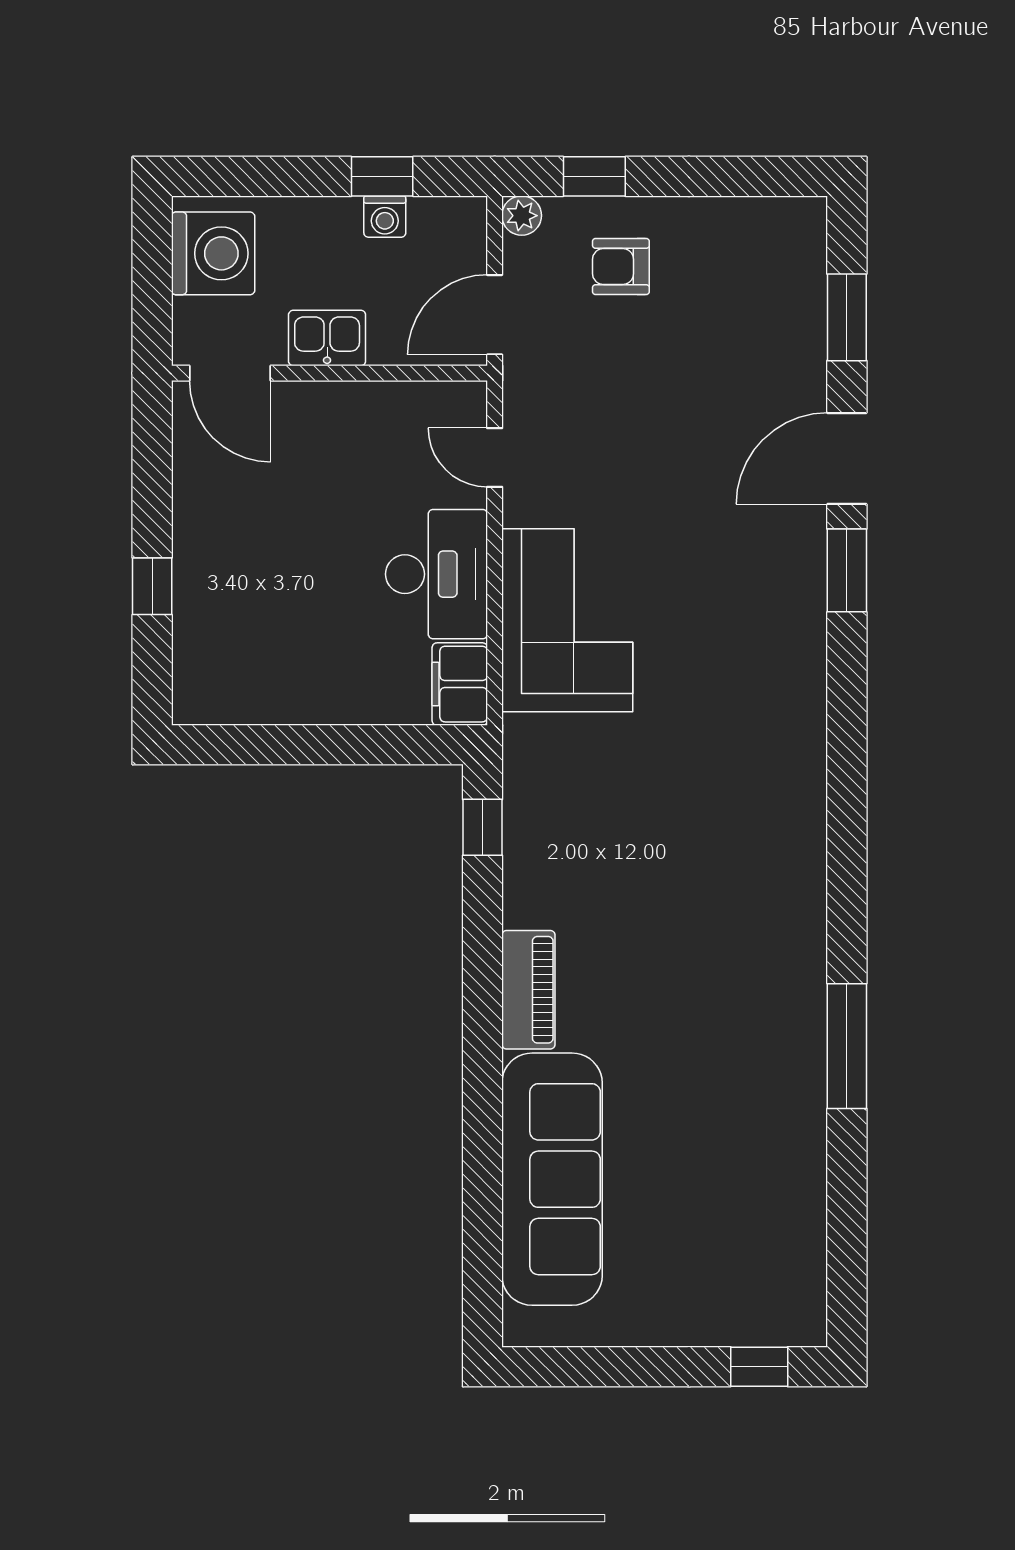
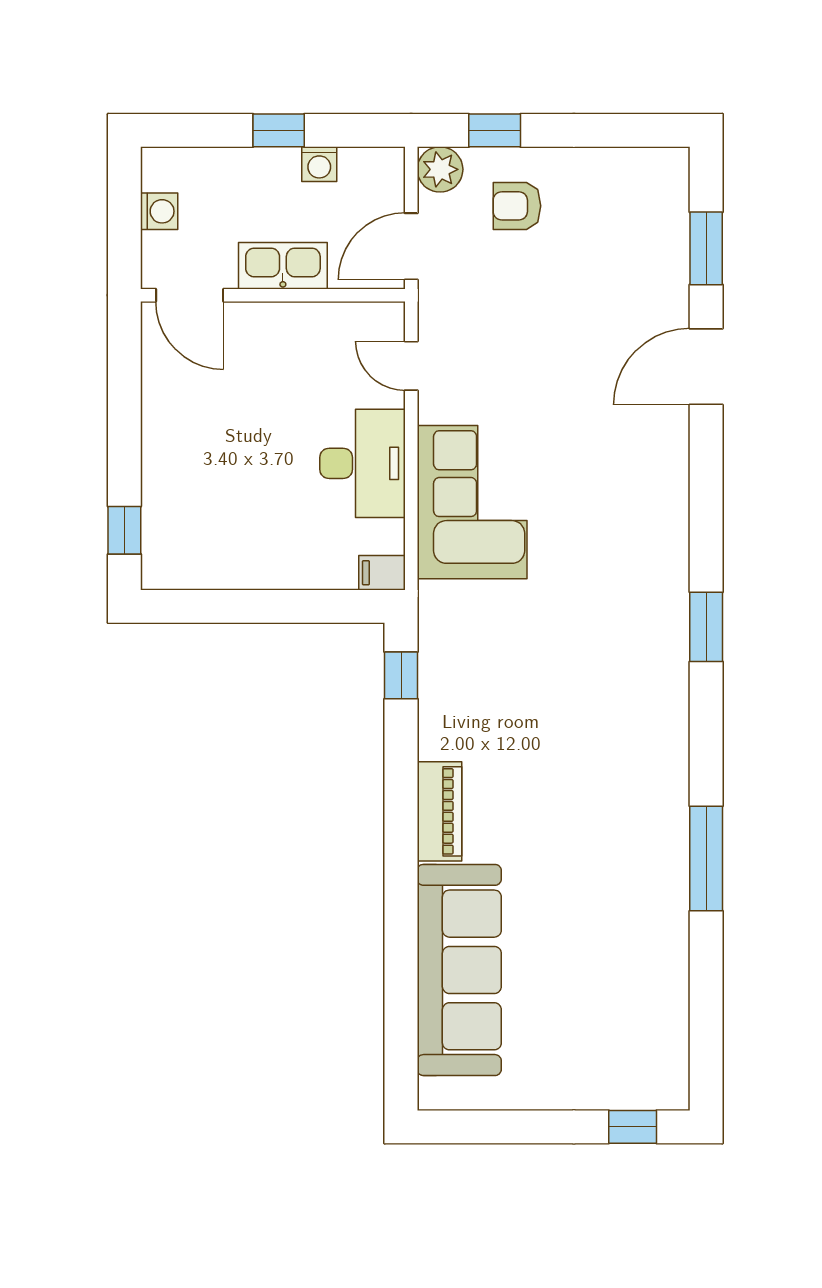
window: (382, 176) -> (279, 130), moved
plant: (522, 216) -> (440, 169), width x1.38, depth x1.38
washing machine: (213, 253) -> (159, 211), width x0.53, depth x0.53
kitchen sink: (327, 338) -> (283, 266), width x1.38
window: (847, 570) -> (706, 627), moved
window: (152, 586) -> (124, 530), moved
filing cabinet: (460, 684) -> (382, 573), width x0.50

